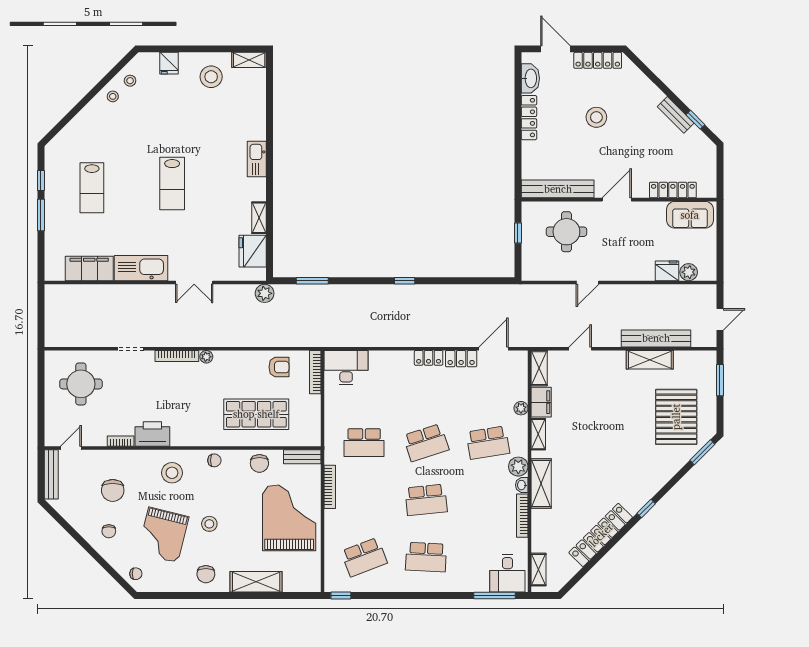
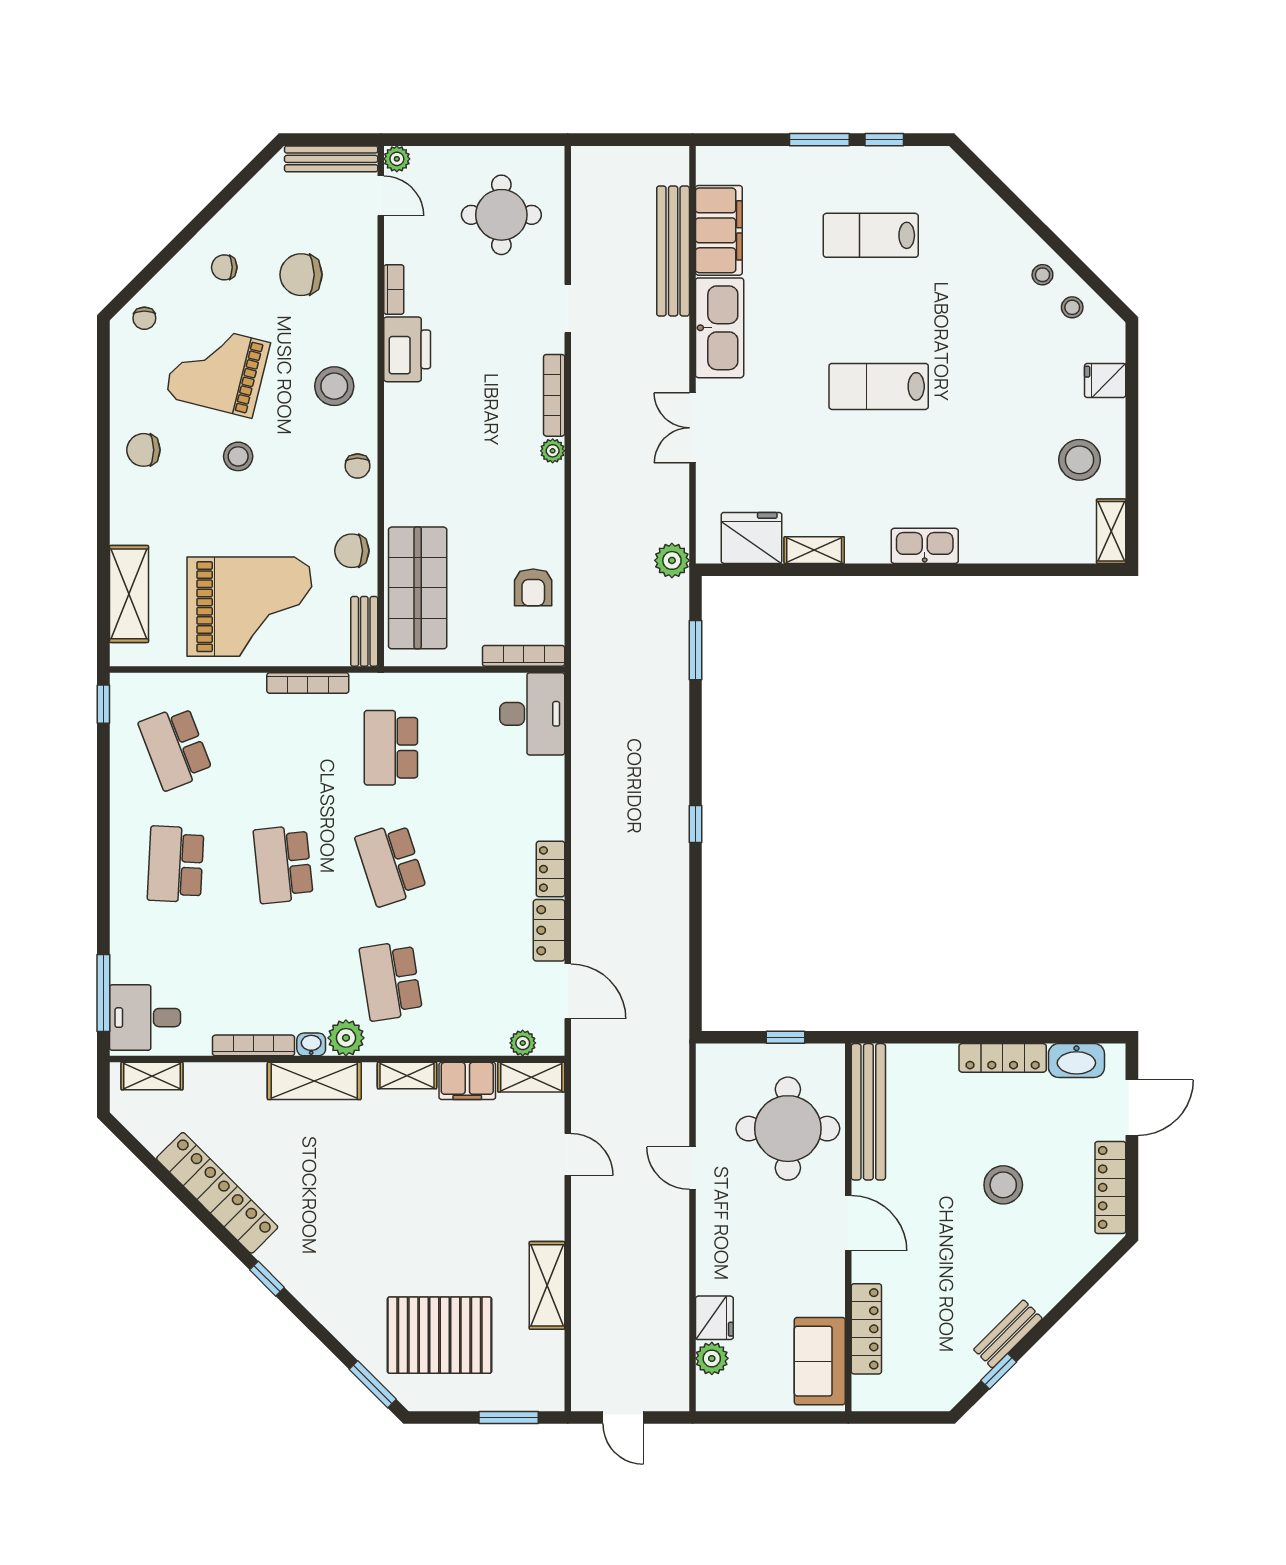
round table: (566, 232) -> (788, 1129), width x1.36, depth x1.36
bench: (656, 338) -> (673, 251), moved
plant: (521, 408) -> (523, 1043), moved
shop shelf: (256, 414) -> (418, 588), moved
plant: (51, 440) -> (397, 159), added
shelving: (256, 582) -> (129, 594), moved

